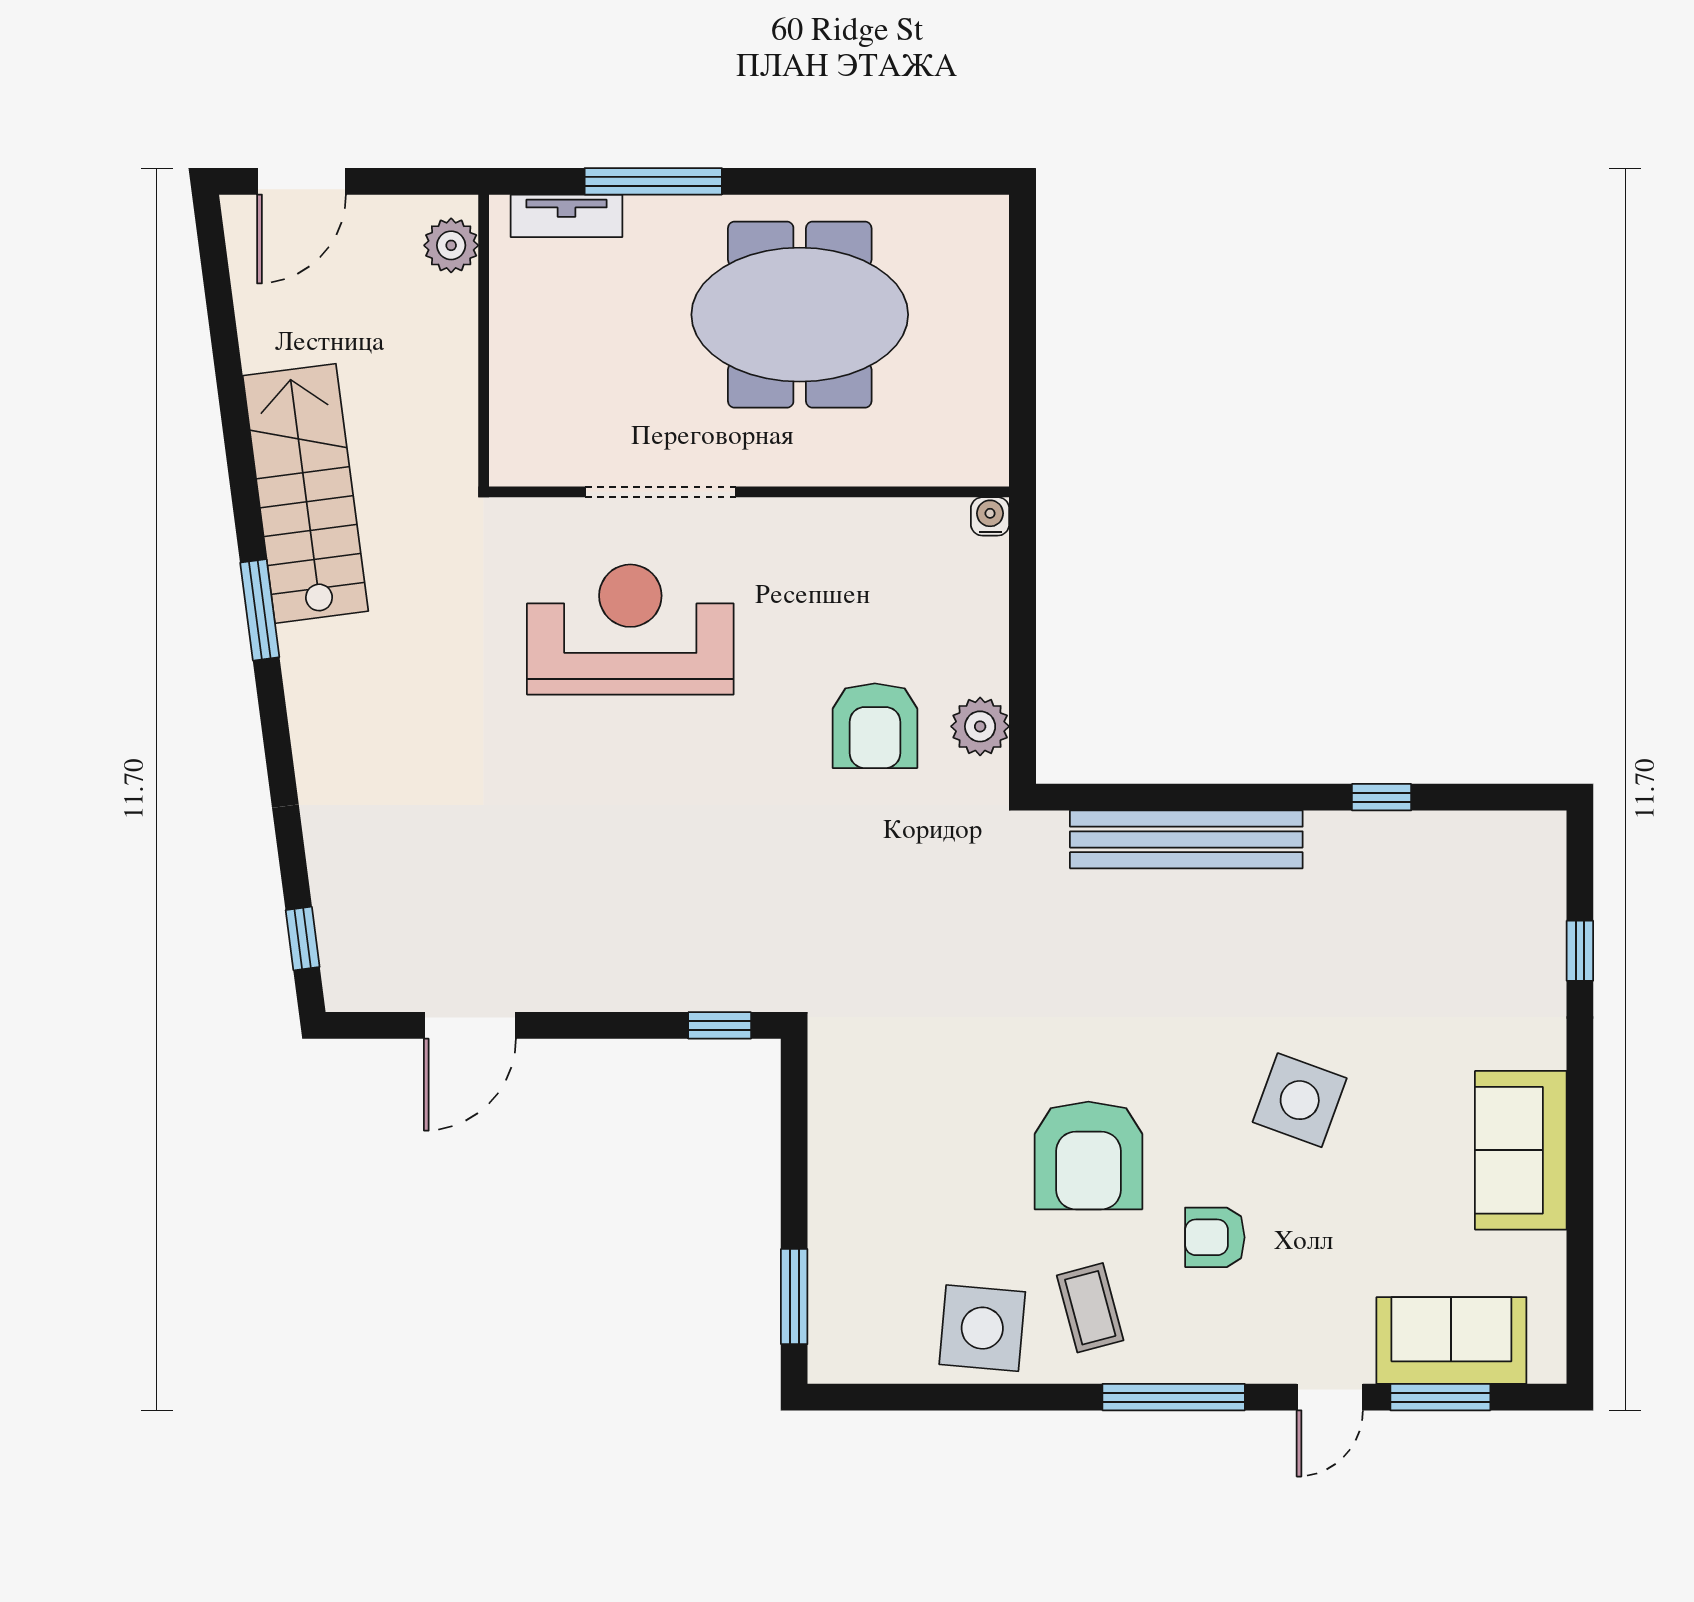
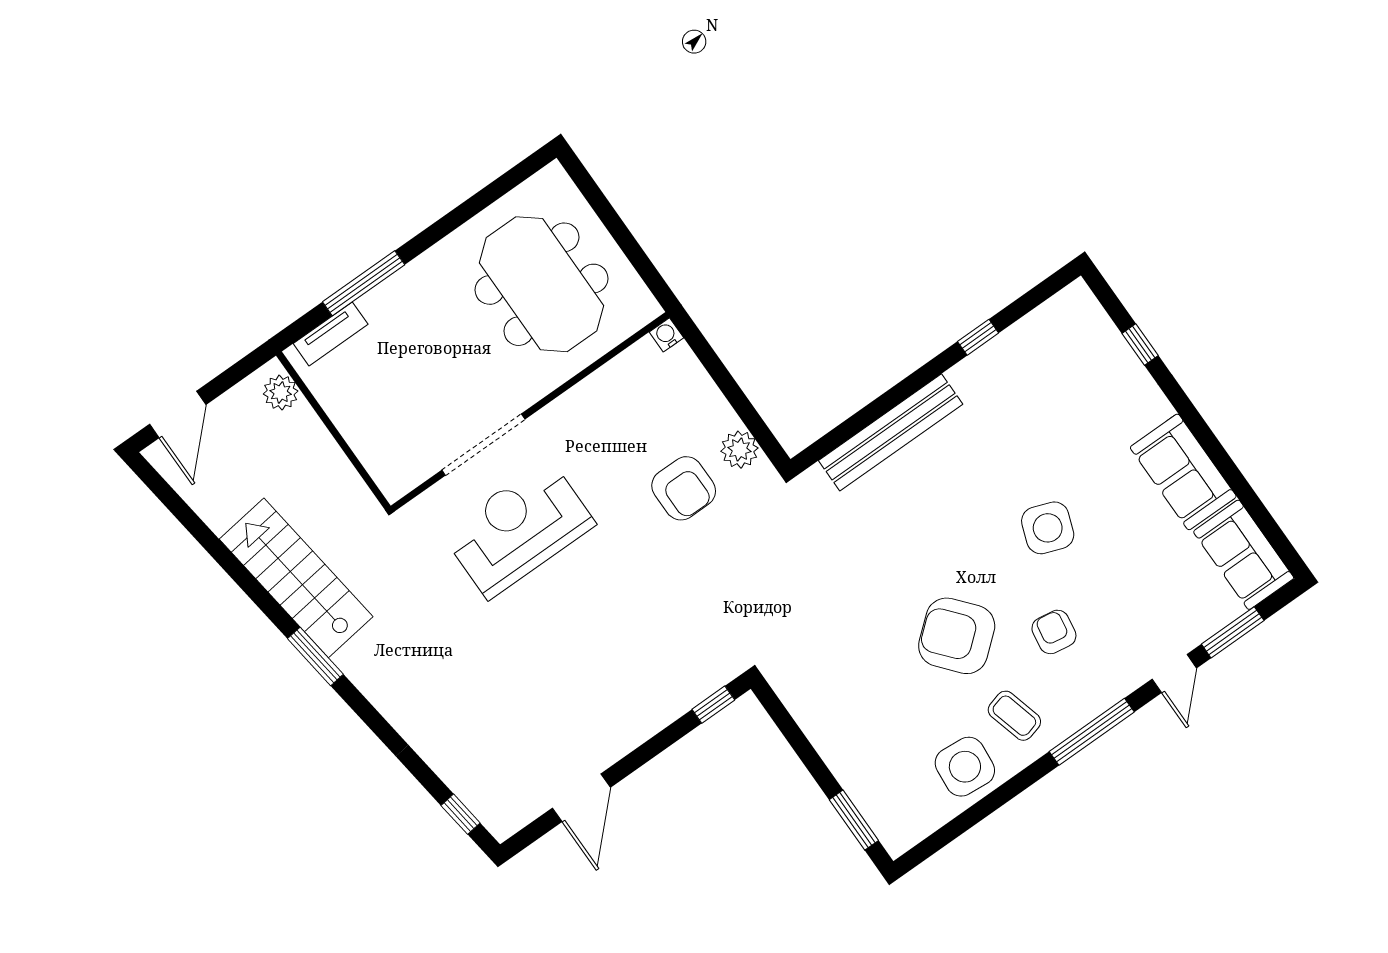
meeting table: (800, 315) -> (541, 284), moved, turned 90
armchair: (1088, 1155) -> (957, 636), turned 140
armchair: (1215, 1237) -> (1054, 632), turned 99
sofa: (1451, 1340) -> (1244, 555), moved, turned -90

